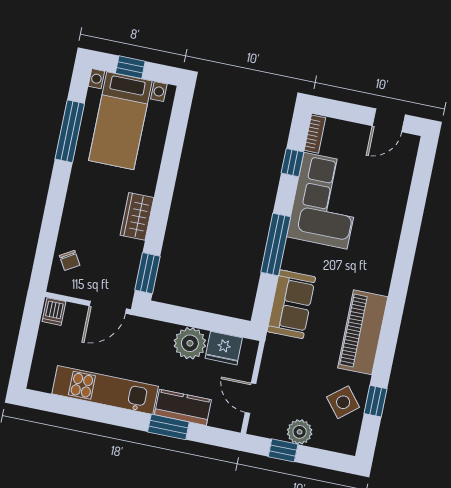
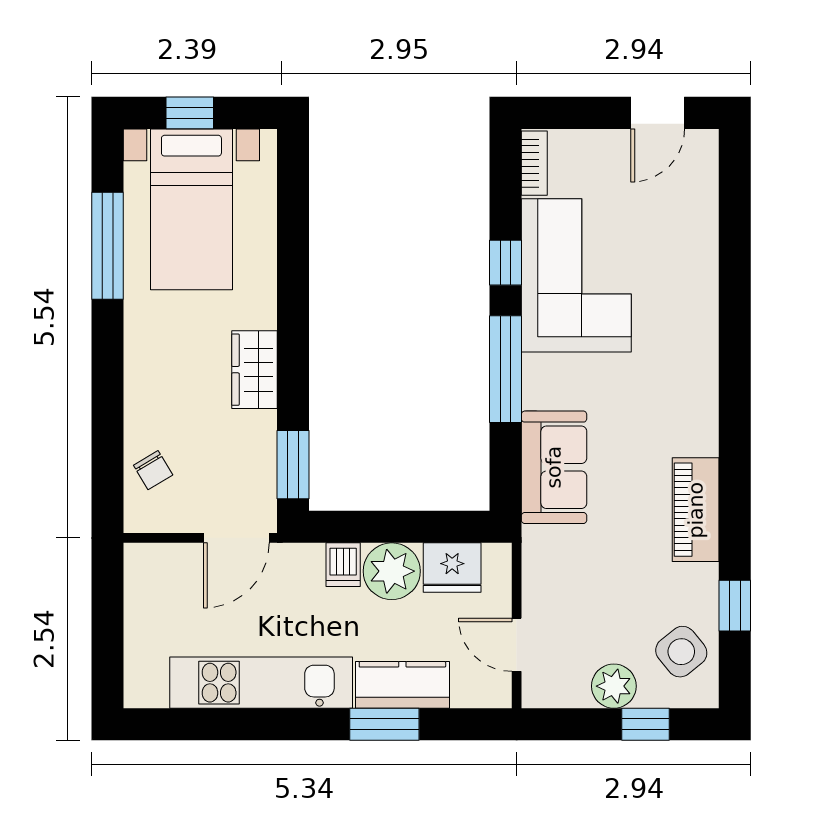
window: (293, 163) -> (506, 263), moved
dishwasher: (54, 312) -> (343, 565), moved
piano: (363, 332) -> (696, 510), width x0.73, depth x0.75
side table: (343, 402) -> (681, 652), moved
window: (283, 450) -> (645, 724), moved

